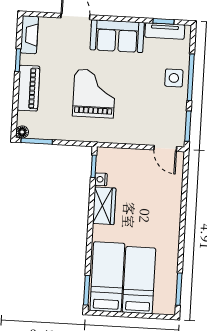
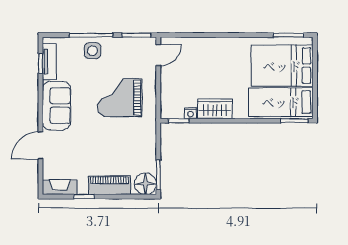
grand piano: (94, 94) -> (120, 98), moved
floor lamp: (22, 132) -> (145, 184), width x1.89, depth x1.89
bed: (139, 280) -> (282, 66), width x1.50

